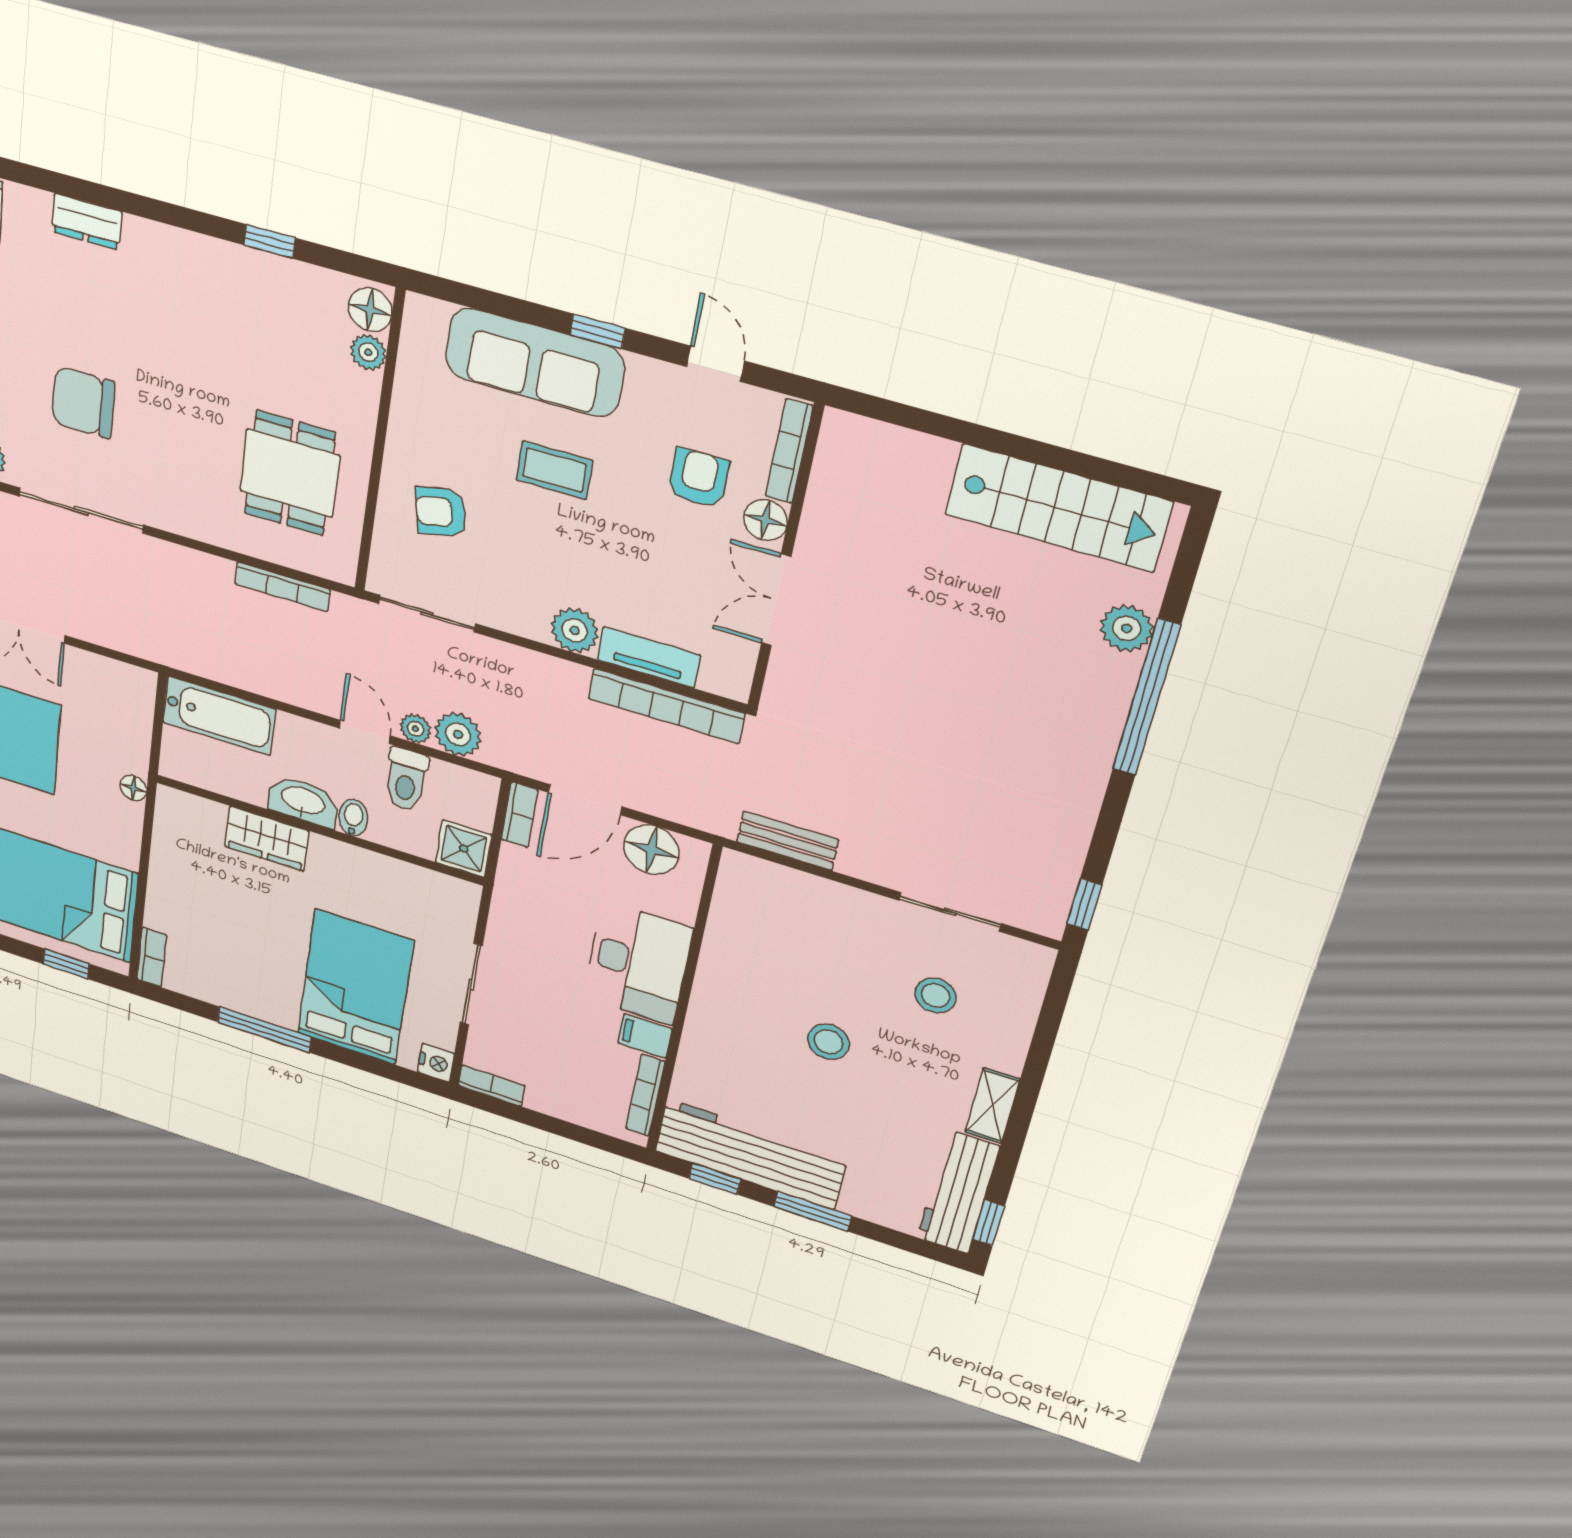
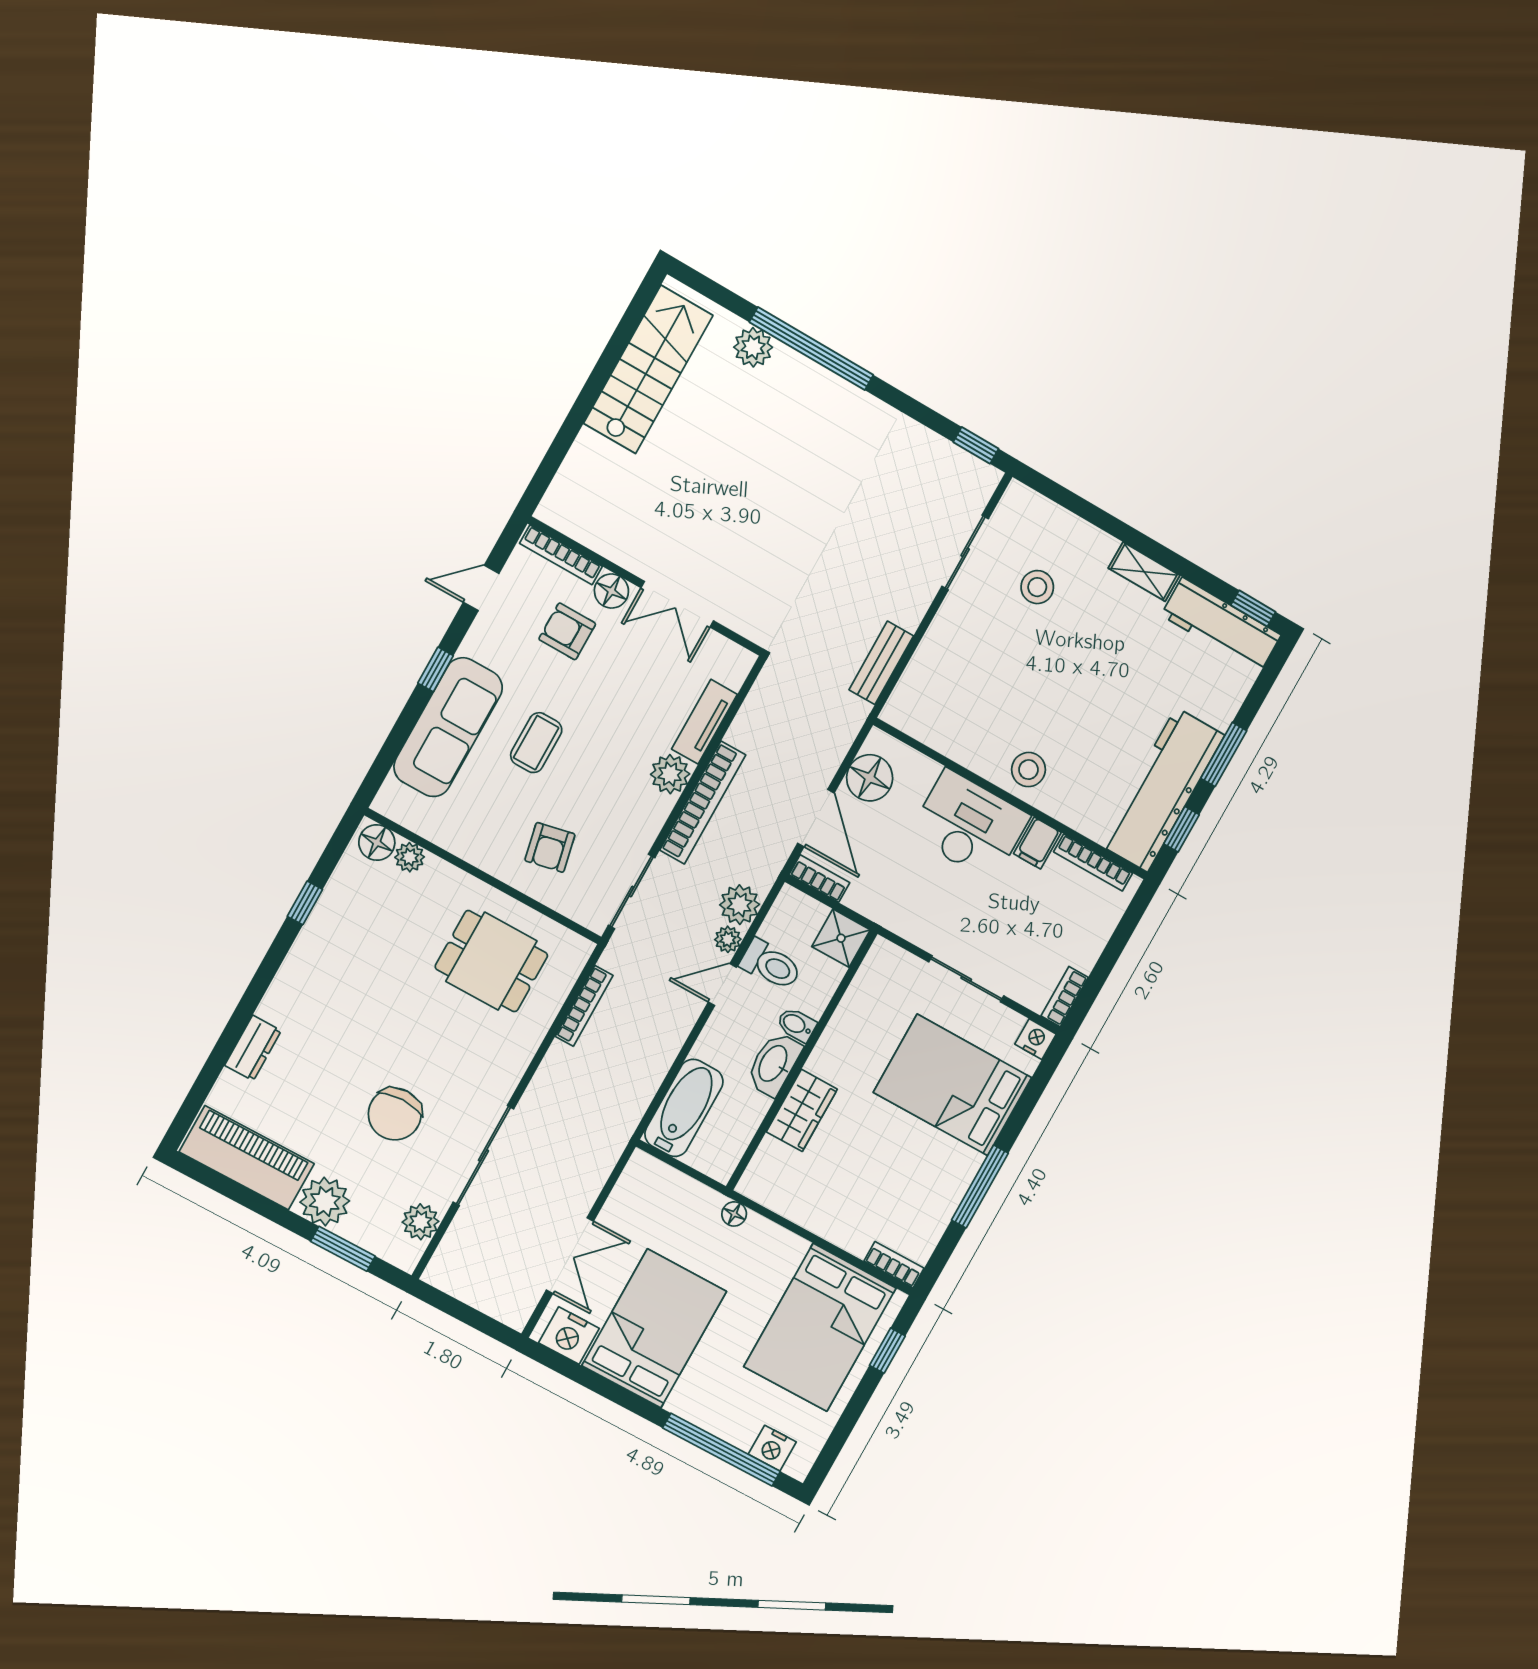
bookcase: (666, 706) -> (703, 802), moved
stool: (829, 1042) -> (1028, 770), moved

